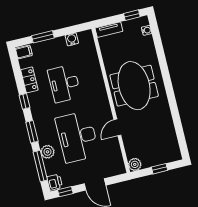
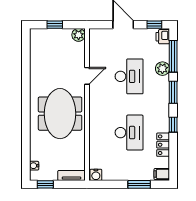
water cooler: (72, 39) -> (96, 175), moved
desk: (77, 137) -> (129, 76), width x0.73, depth x0.77

